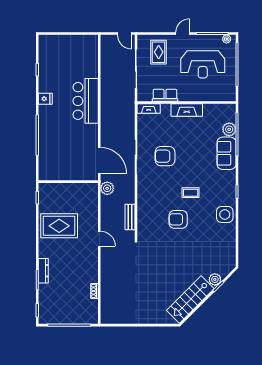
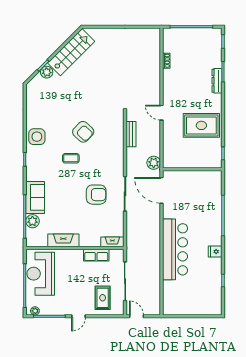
reception desk: (203, 64) -> (41, 274), moved, turned -90
bar counter: (86, 101) -> (175, 249), width x1.36
fireplace: (187, 110) -> (63, 240), moved
armchair: (178, 219) -> (83, 132), turned 43

